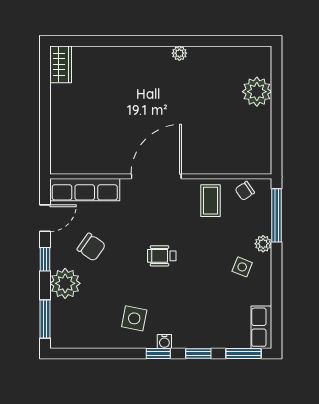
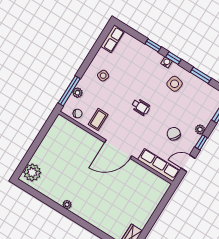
plant: (257, 92) -> (32, 172), moved
plant: (263, 244) -> (78, 93), moved
plant: (65, 283) -> (200, 129), width x0.53, depth x0.53
window: (243, 354) -> (201, 75), moved

